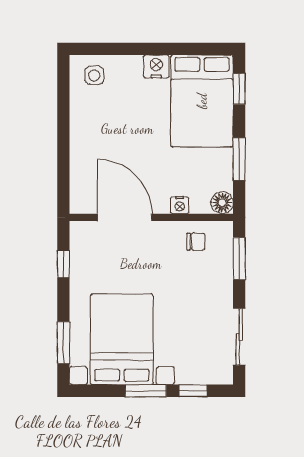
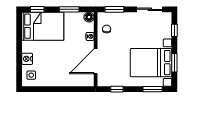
nightstand: (156, 66) -> (27, 59), moved
window: (146, 391) -> (174, 63), moved

